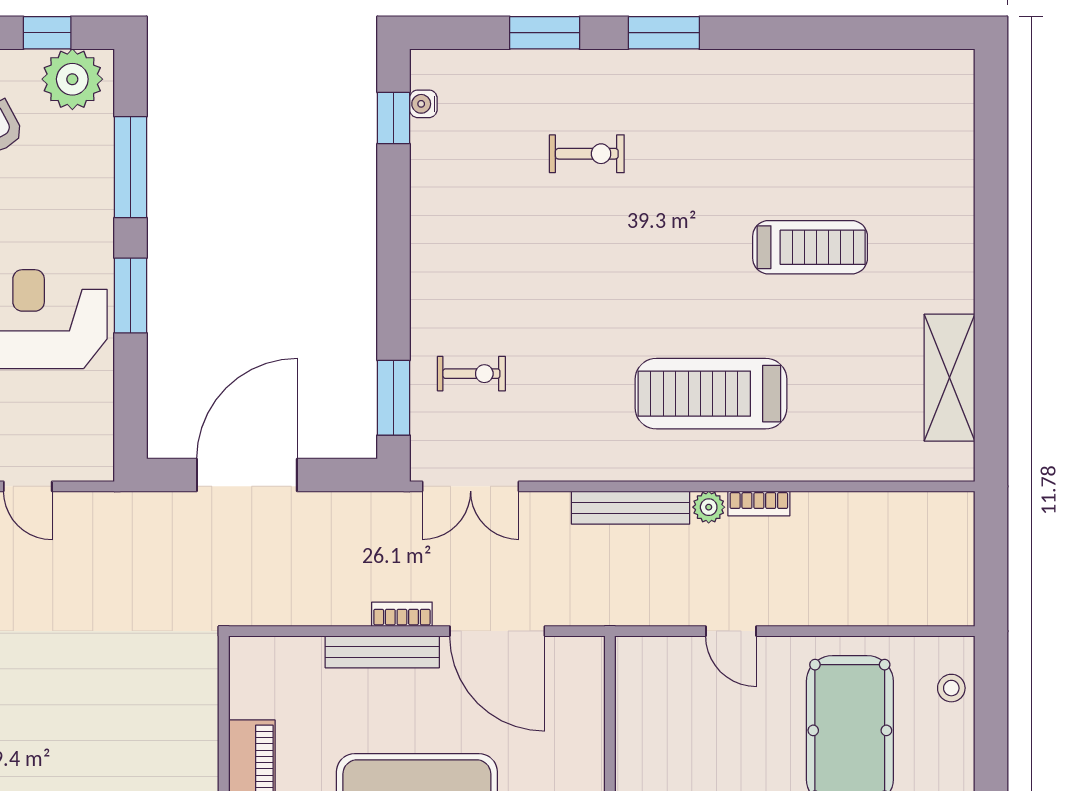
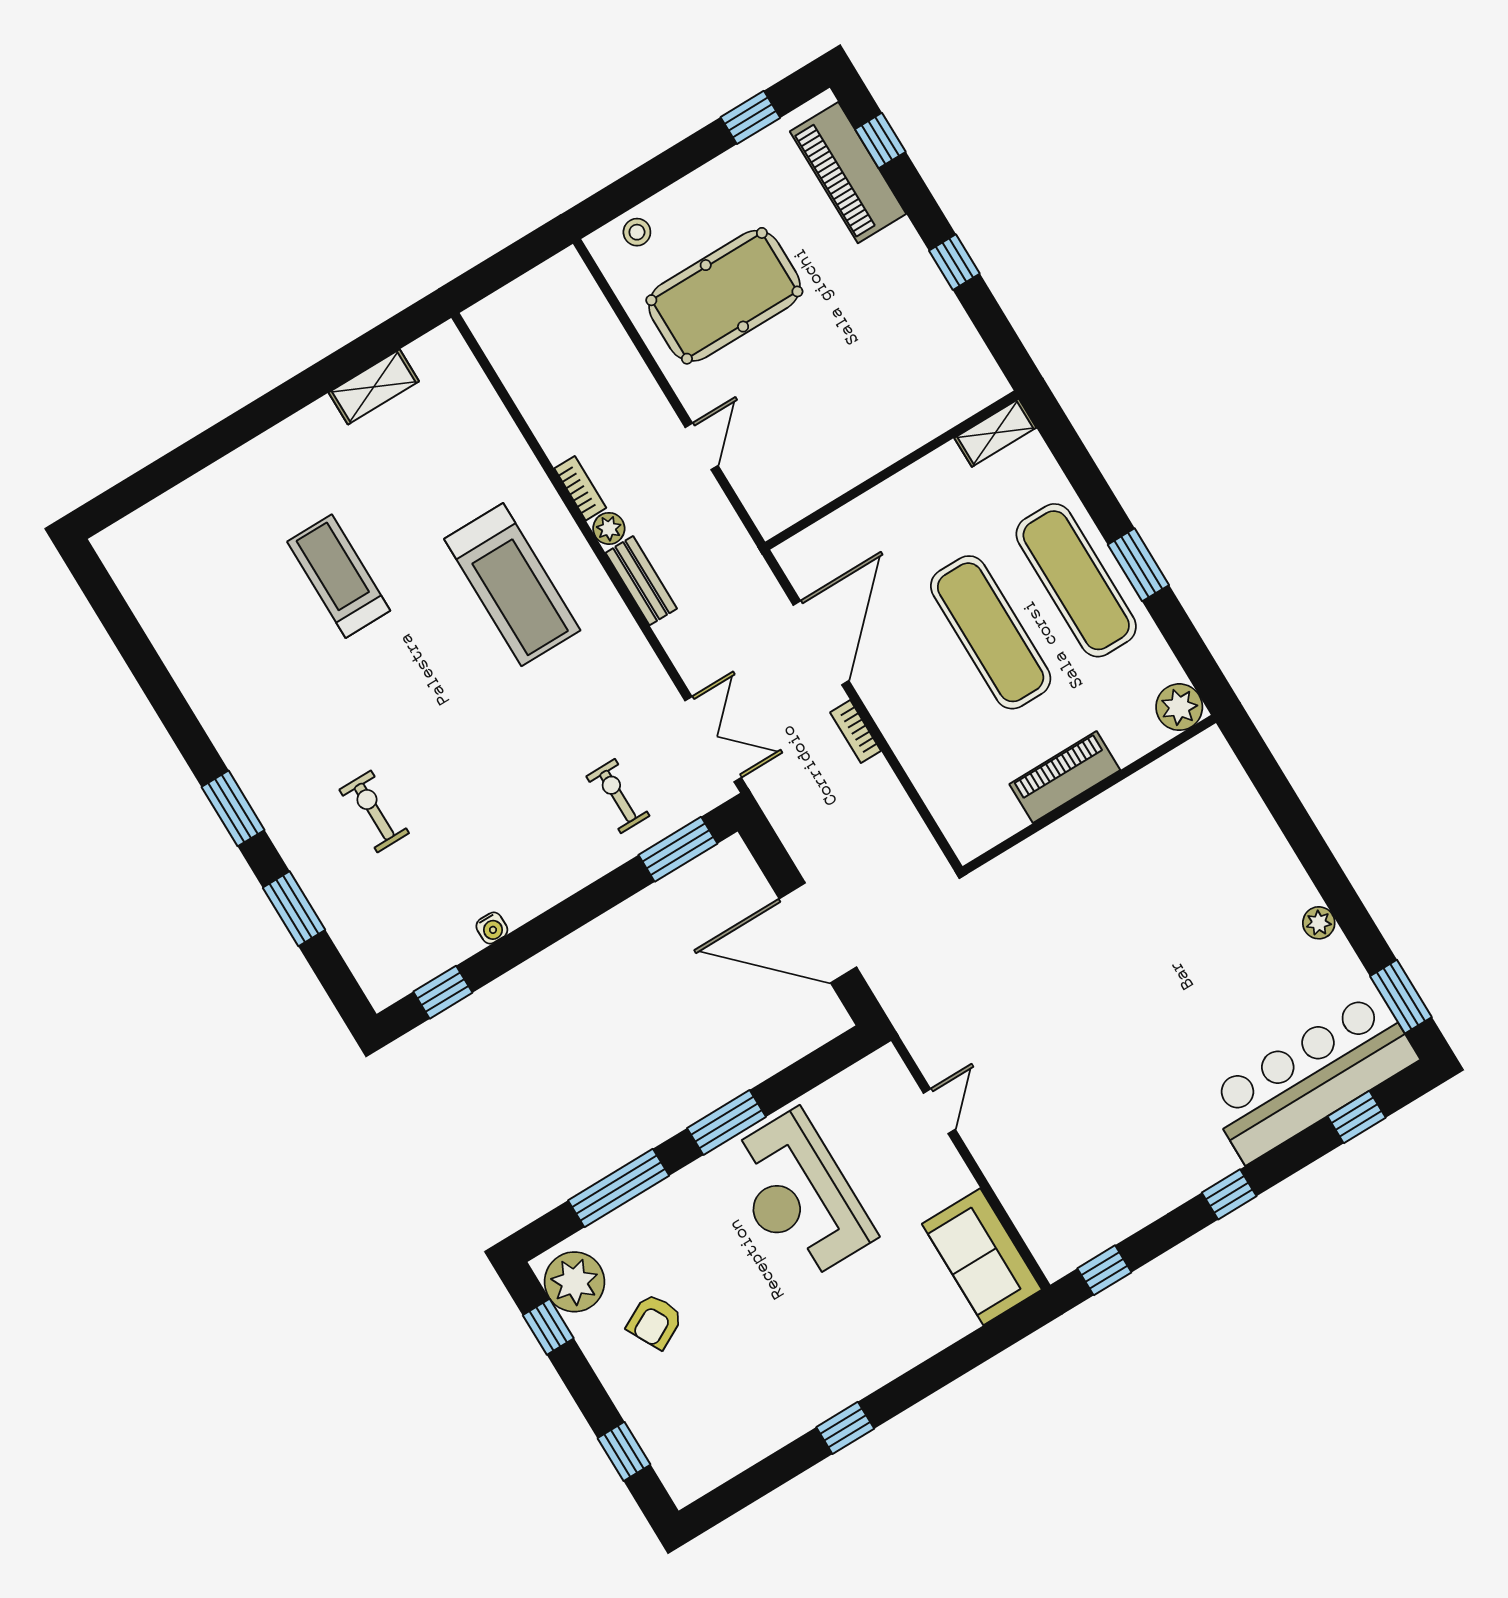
water cooler: (423, 104) -> (492, 928), moved
shelving: (950, 378) -> (374, 387), width x0.67, depth x0.75
bench: (630, 508) -> (641, 581), width x0.73
bench: (382, 652) -> (897, 729), removed

